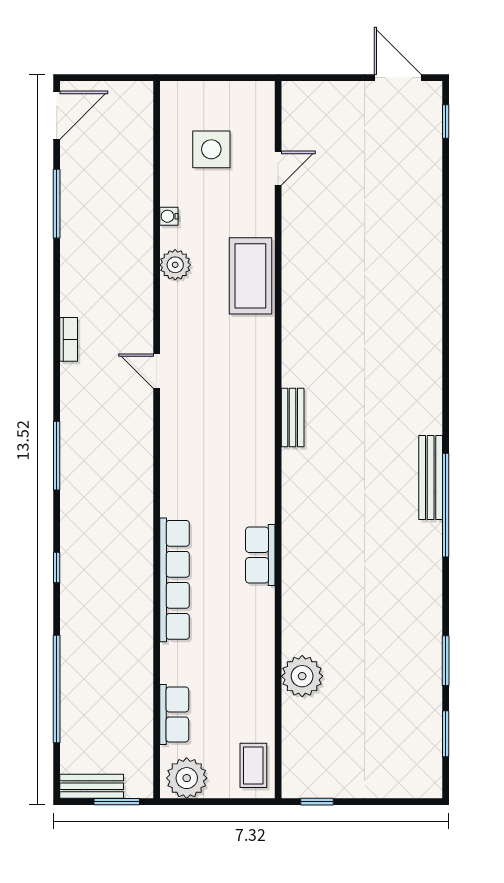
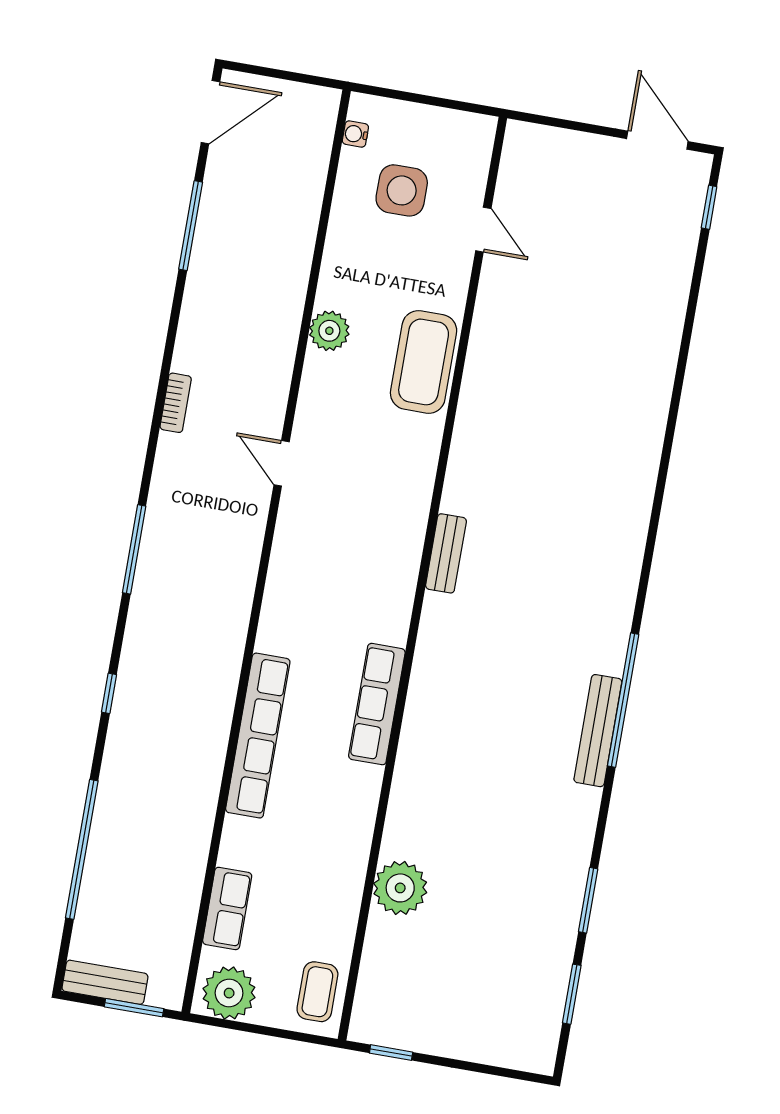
door: (278, 168) -> (483, 230), hinge flipped
water cooler: (169, 216) -> (355, 134), moved
bench: (431, 478) -> (598, 731), moved
row of seats: (260, 555) -> (377, 704), width x1.48

